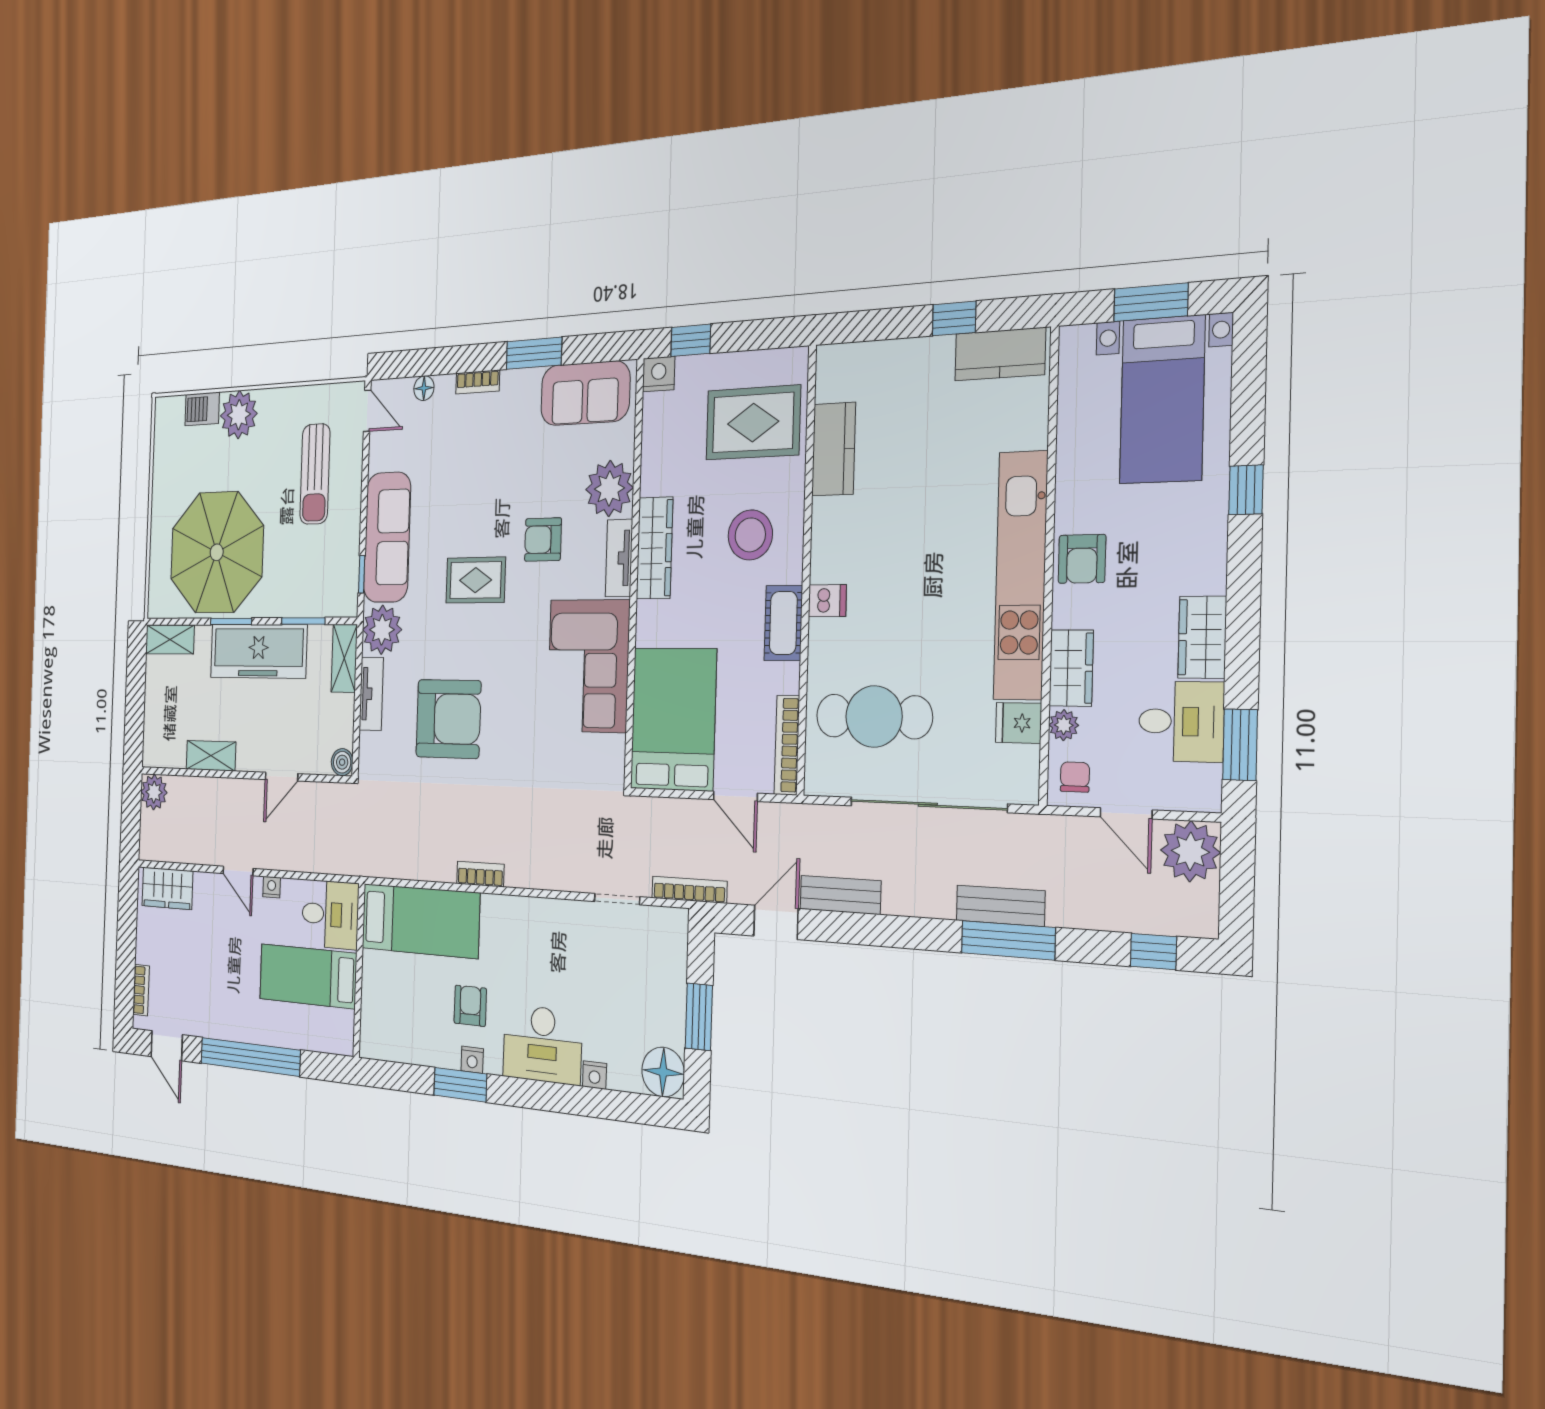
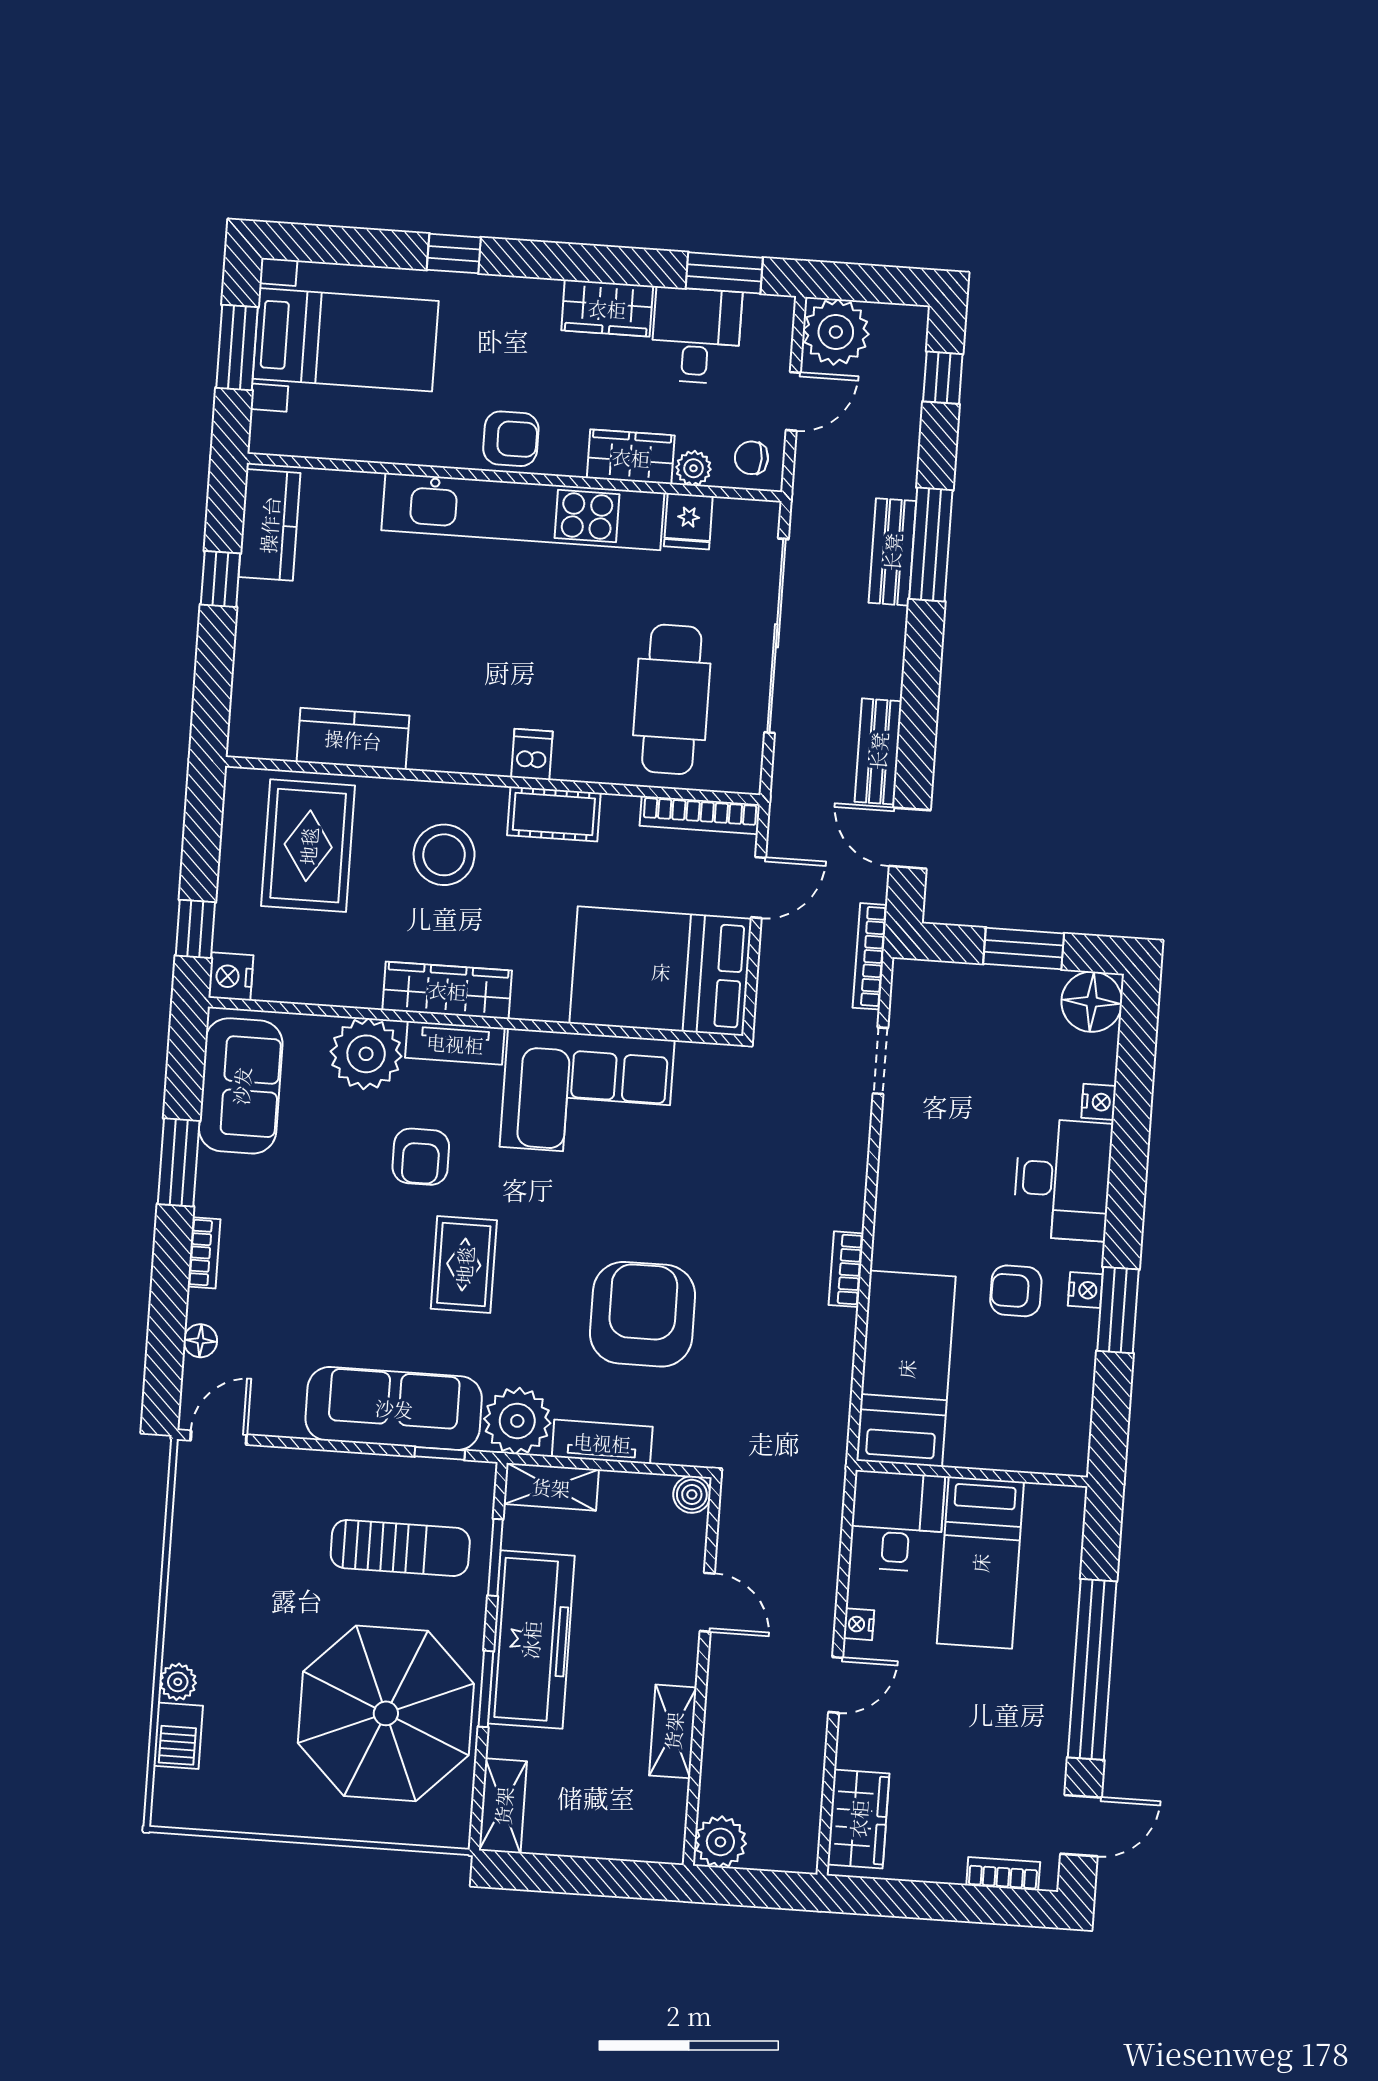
plant: (239, 415) -> (178, 1682), width x0.53, depth x0.53
sun lounger: (315, 474) -> (400, 1548), moved

